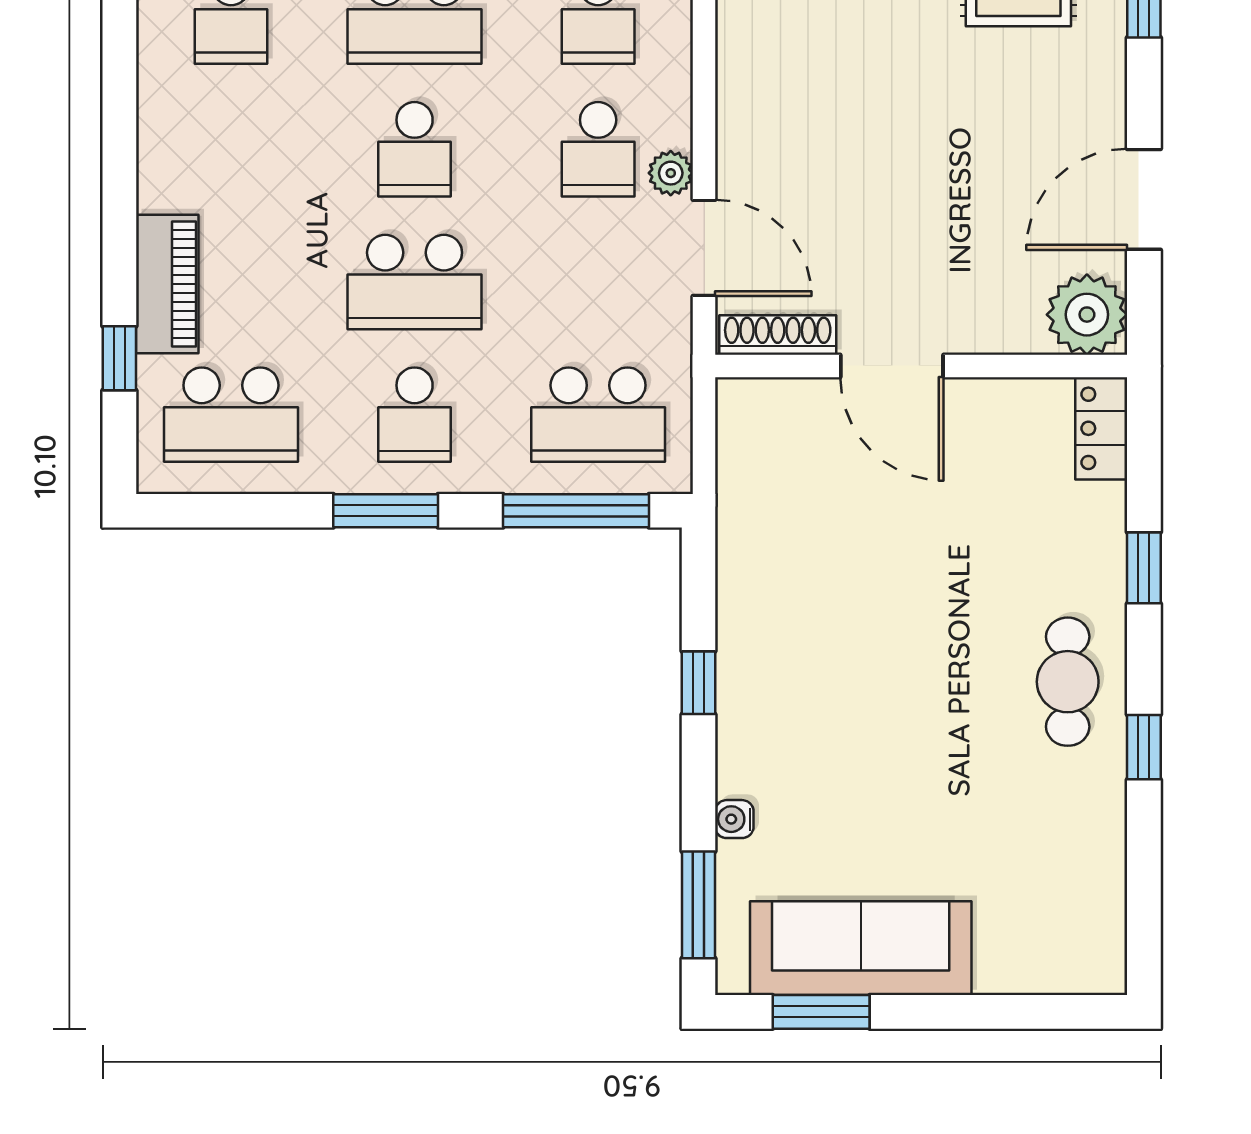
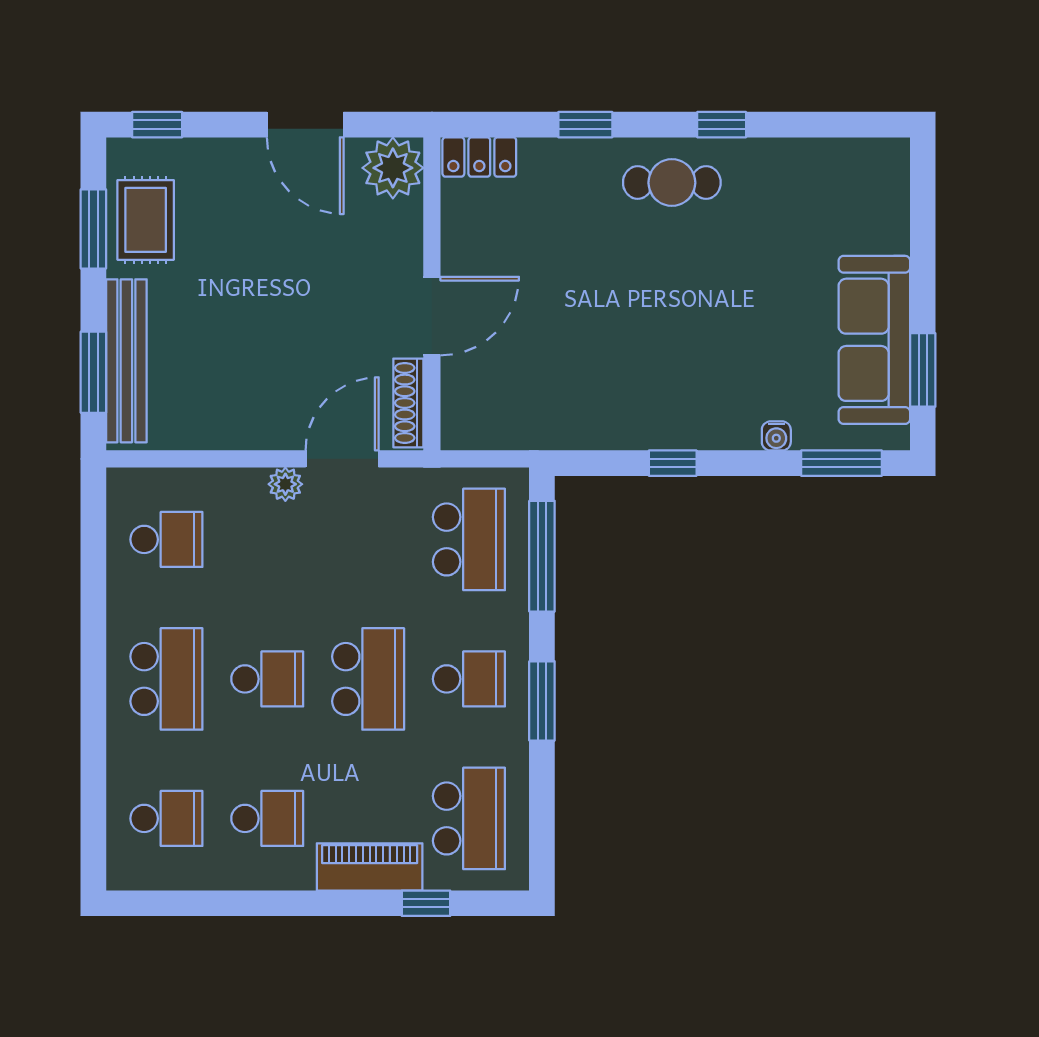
school desk: (598, 149) -> (267, 818), moved

